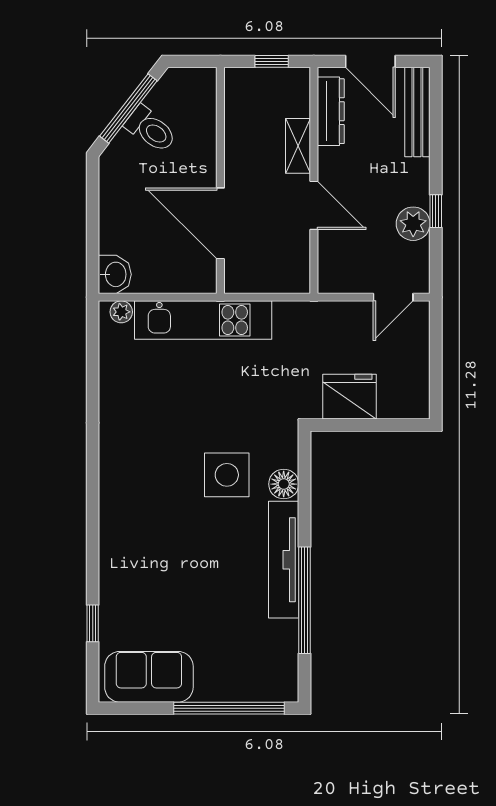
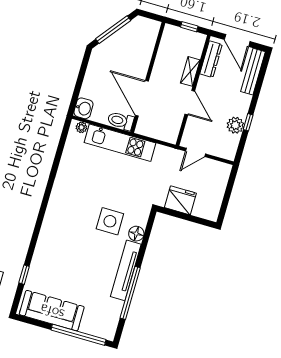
toilet: (151, 129) -> (121, 121), moved, turned 142
door: (393, 297) -> (196, 152), moved
sofa: (149, 677) -> (52, 311), width x1.36

